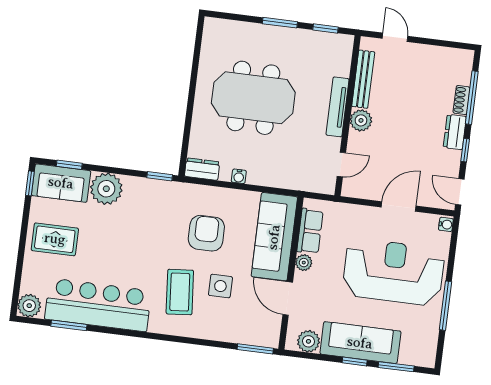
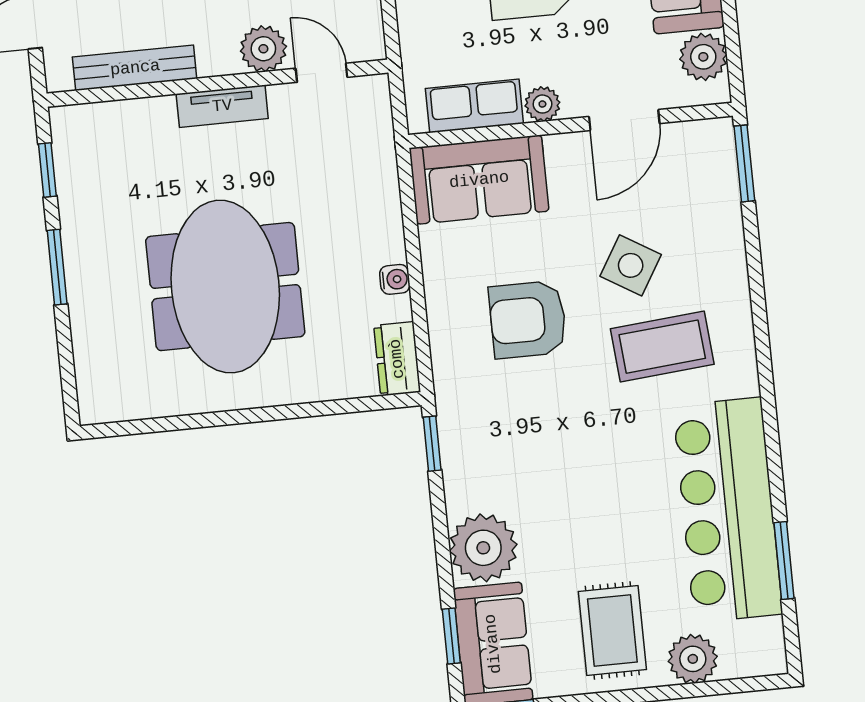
tv unit: (337, 107) -> (222, 106), width x0.71
plant: (361, 120) -> (263, 49), moved
sofa: (274, 237) -> (479, 180), width x0.73
side table: (220, 286) -> (631, 265), turned 31
plant: (29, 306) -> (693, 659), moved

